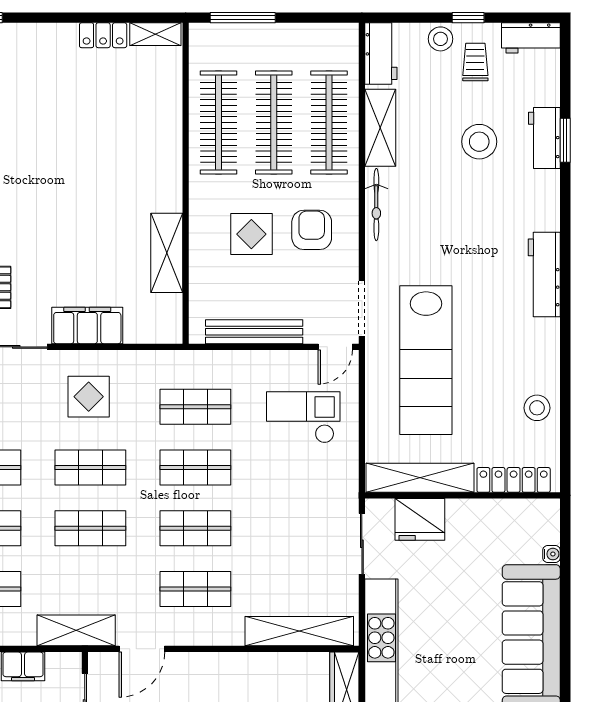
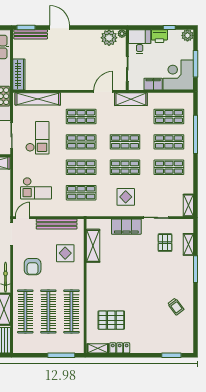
pallet: (123, 102) -> (111, 320), added
display table: (251, 234) -> (65, 253), moved
shelving: (167, 253) -> (93, 246), moved
checkout: (300, 538) -> (37, 138), added

